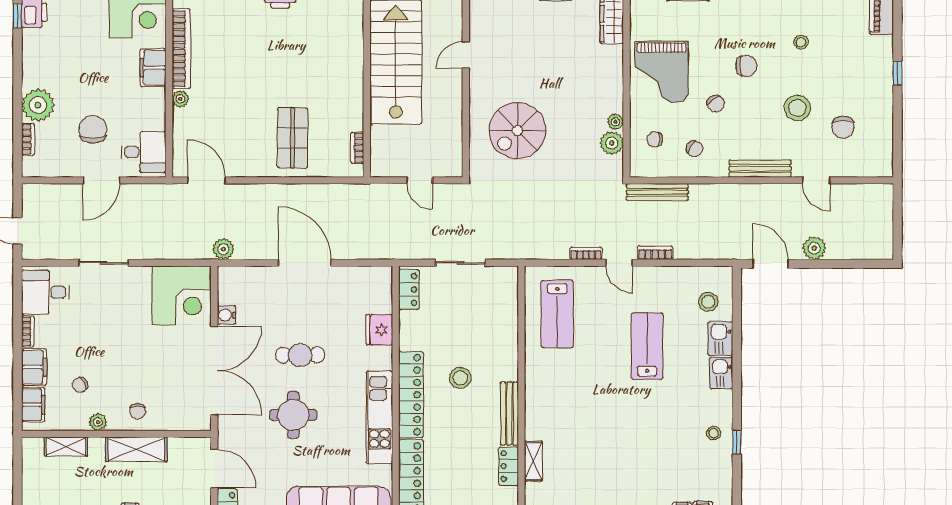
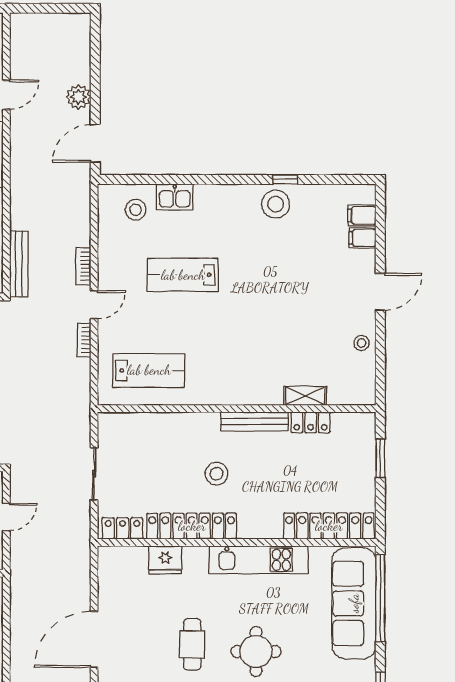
kitchen sink: (721, 373) -> (211, 196), removed
locker: (411, 395) -> (192, 526), moved
stool: (714, 433) -> (276, 204), width x1.89, depth x1.89

